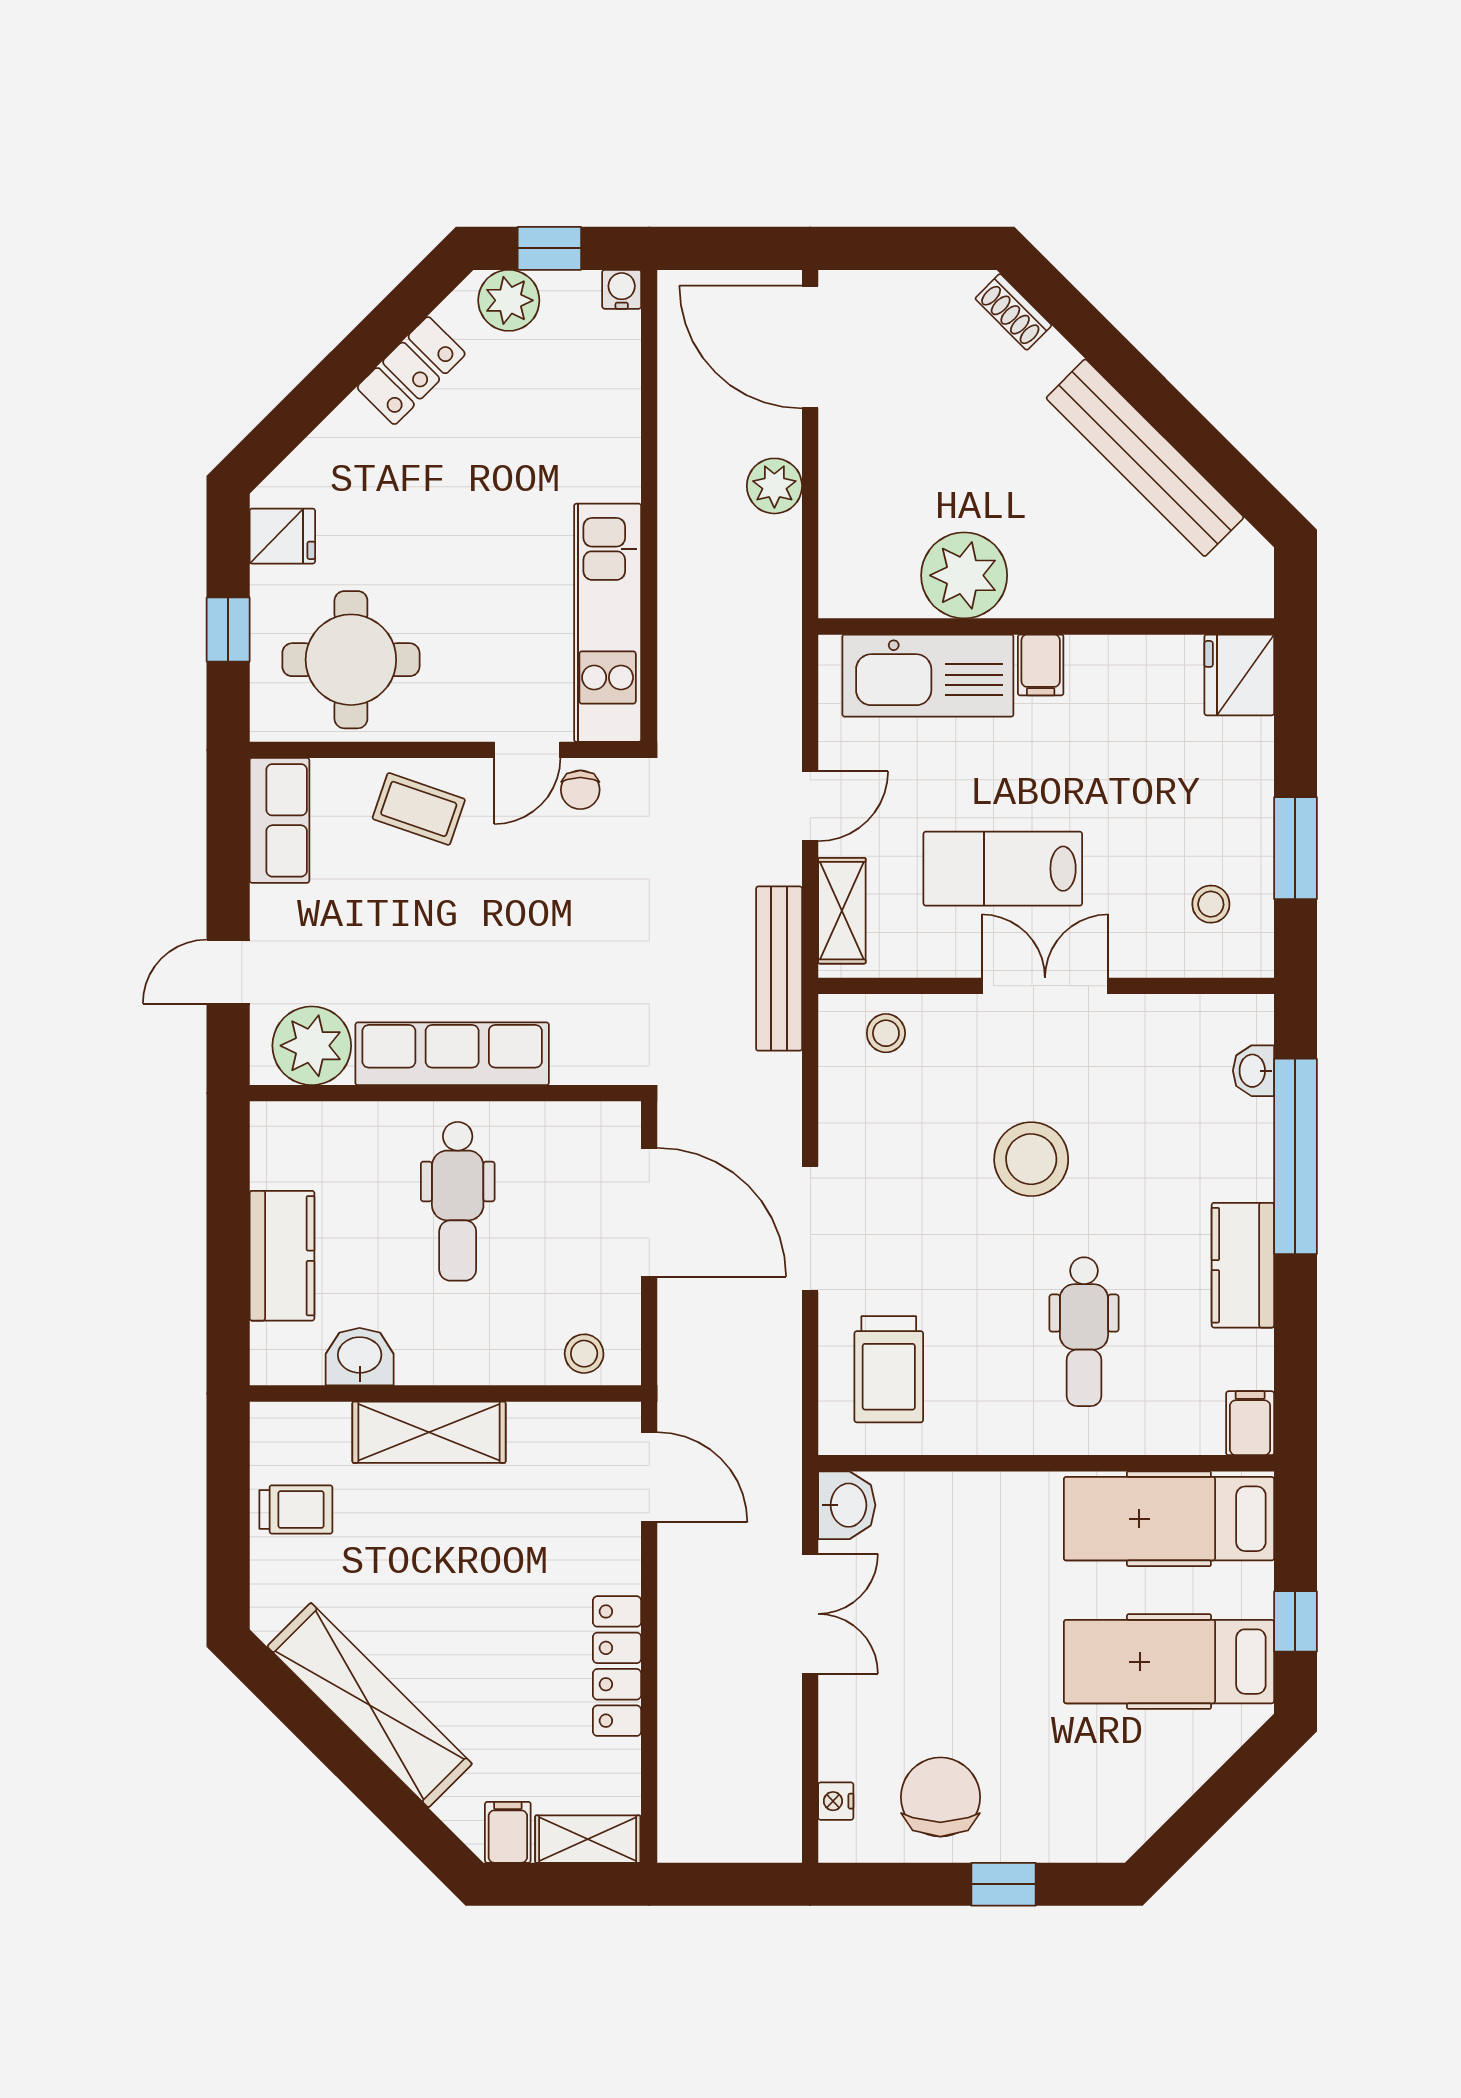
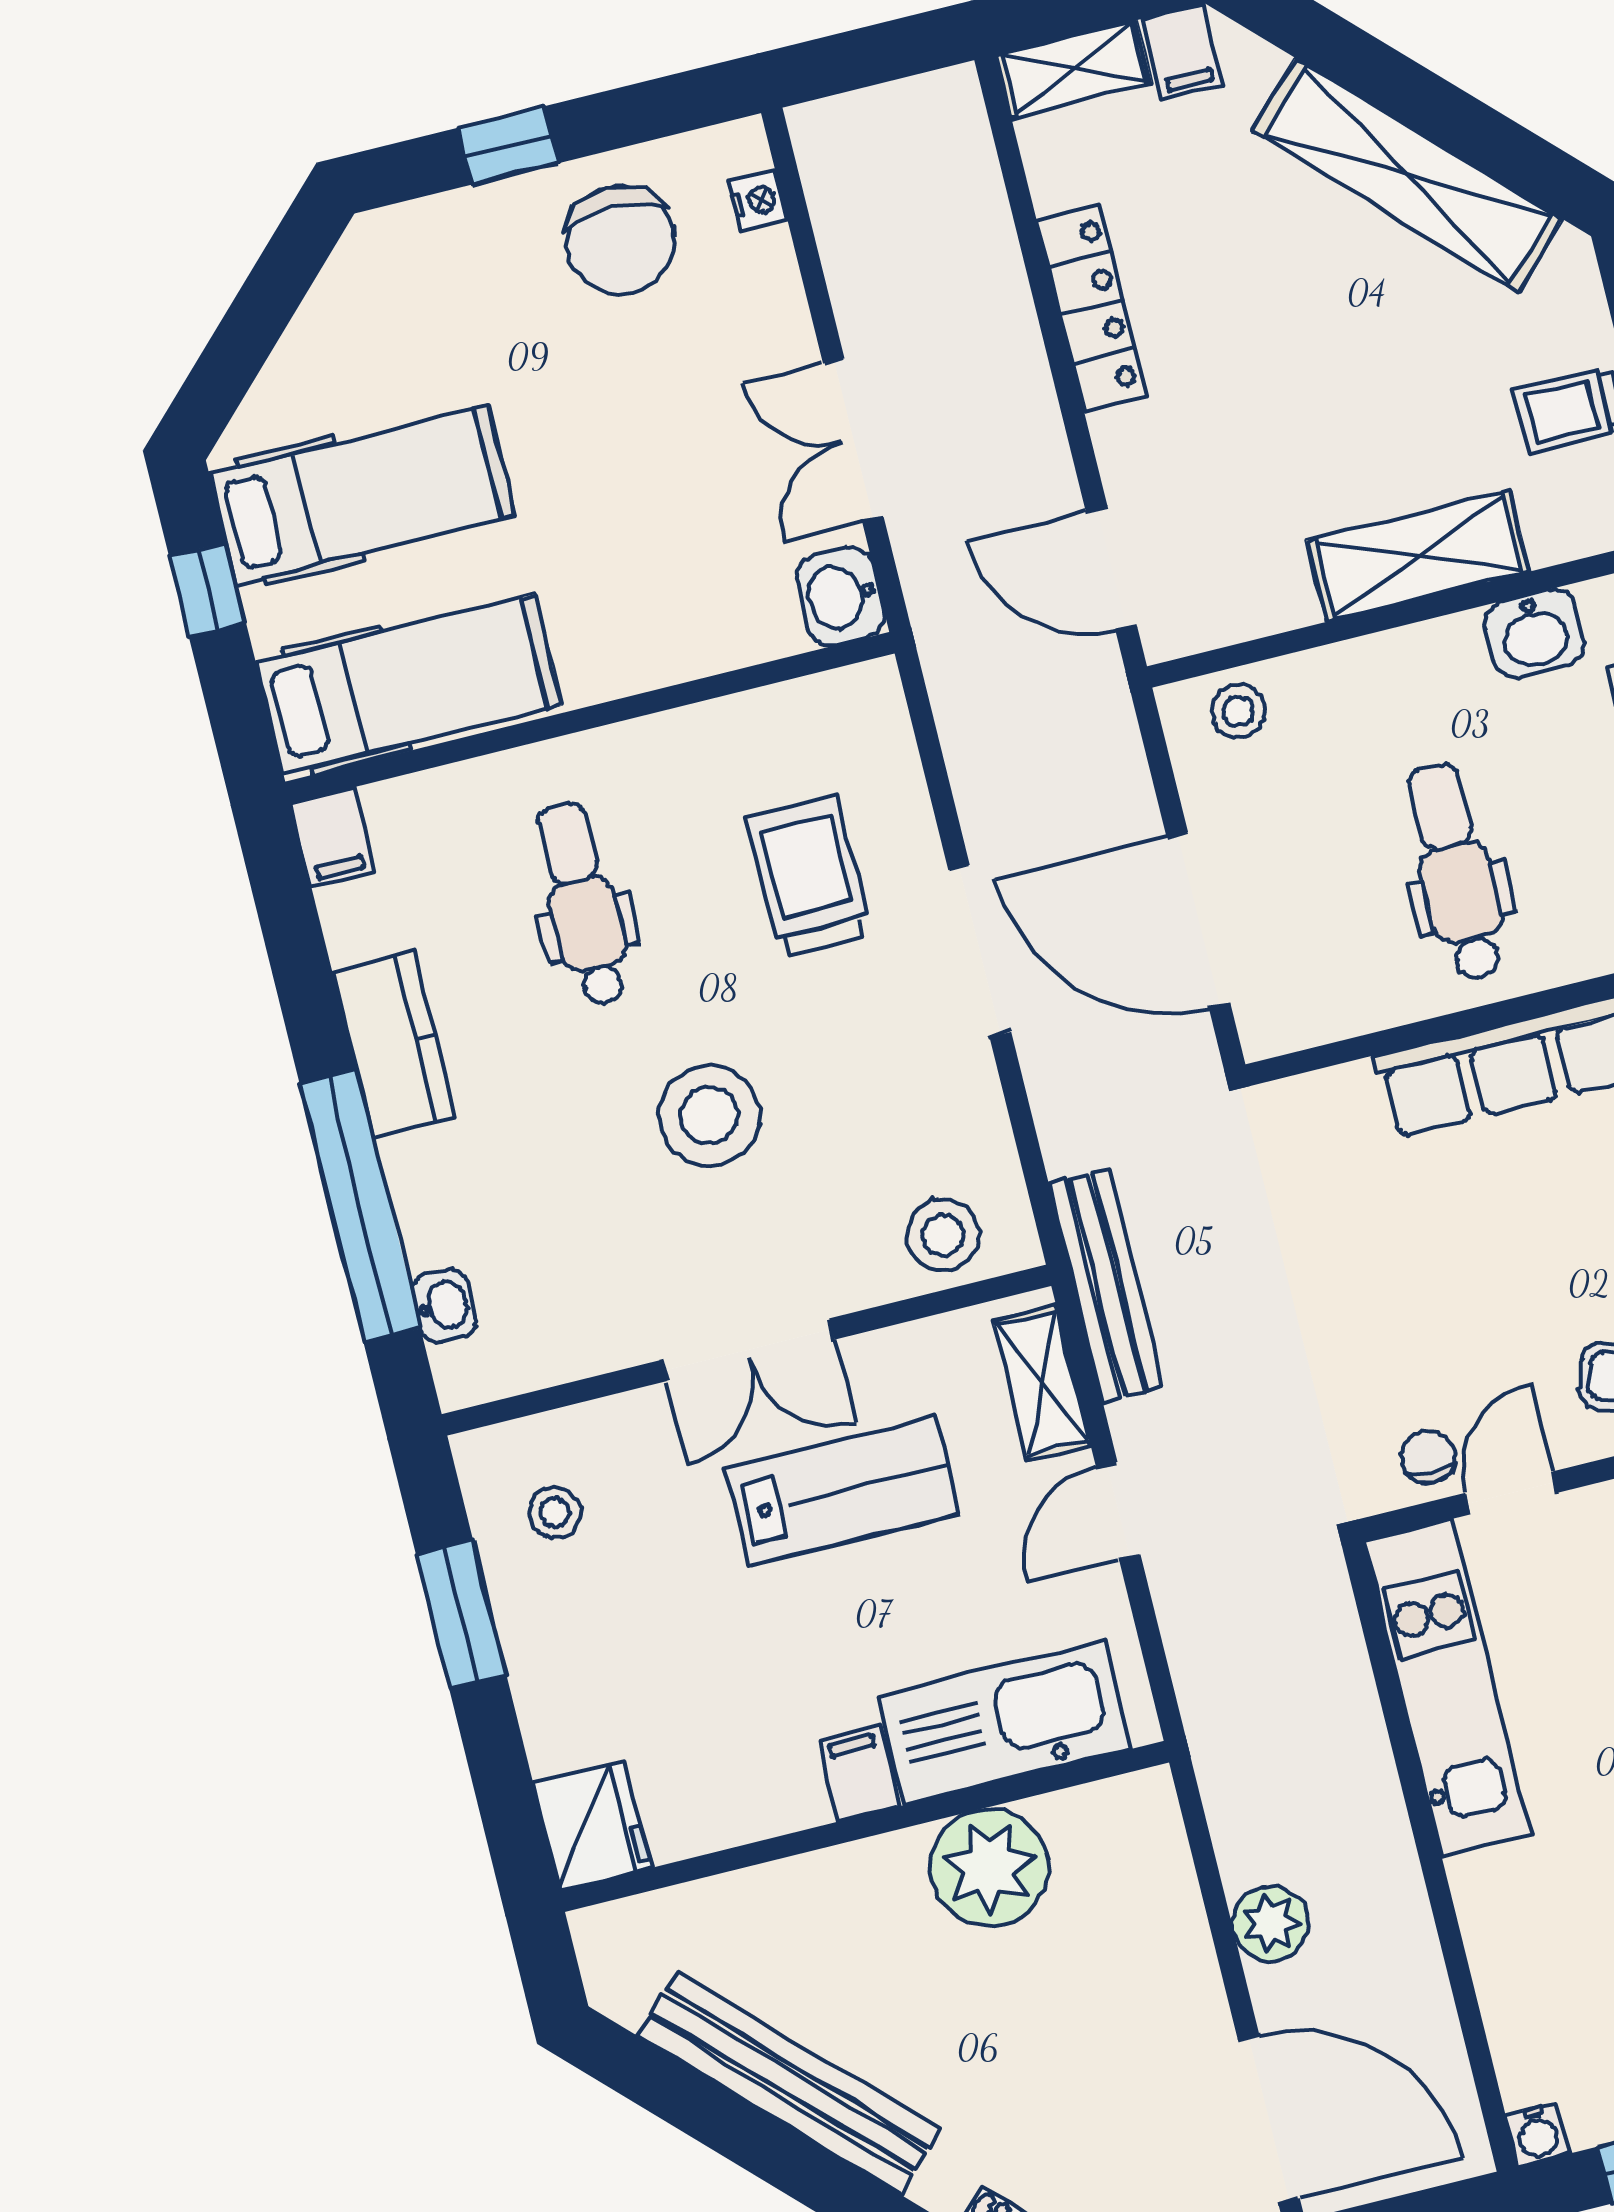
stool: (886, 1033) -> (943, 1235), width x1.37, depth x1.37
trolley: (889, 1369) -> (809, 876), moved

